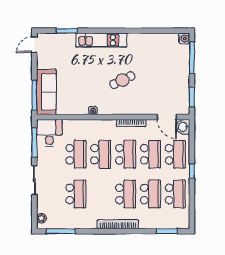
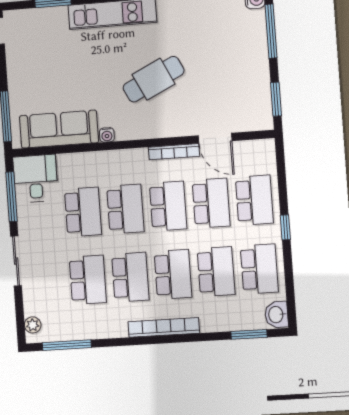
cafe table: (122, 80) -> (154, 79), width x1.37, depth x1.35
sofa: (46, 92) -> (59, 129), moved, turned -90
door: (167, 117) -> (215, 138), moved
washbasin: (183, 127) -> (276, 315), moved
school desk: (101, 194) -> (130, 277), added

